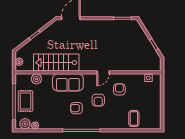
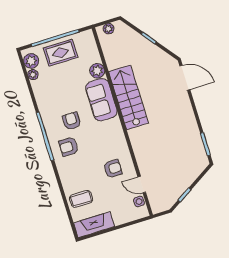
stairs: (56, 63) -> (129, 97), moved
door: (103, 72) -> (142, 185), moved
plant: (36, 79) -> (97, 71), moved
armchair: (98, 100) -> (69, 147), moved
fireplace: (155, 115) -> (94, 225), added

